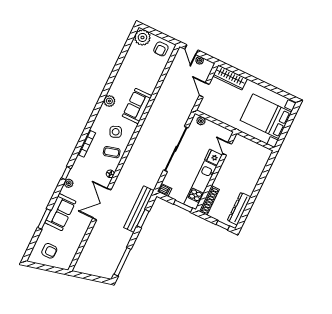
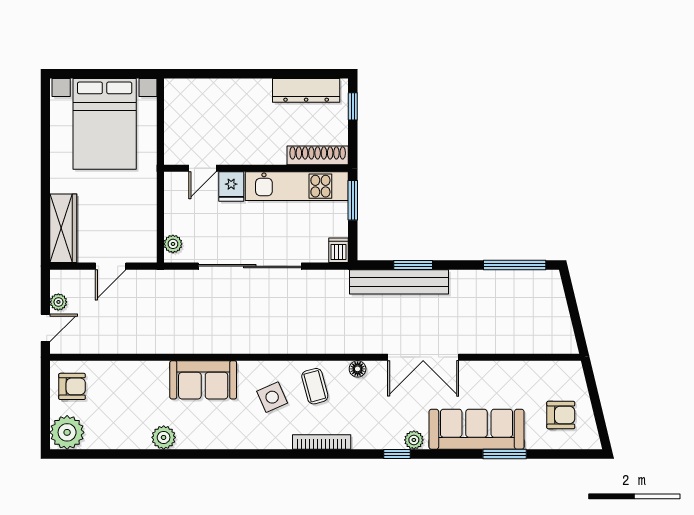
plant: (109, 101) -> (164, 437), moved
sofa: (60, 212) -> (477, 429), width x1.36
armchair: (49, 251) -> (561, 415), turned 90

